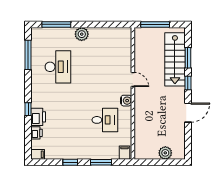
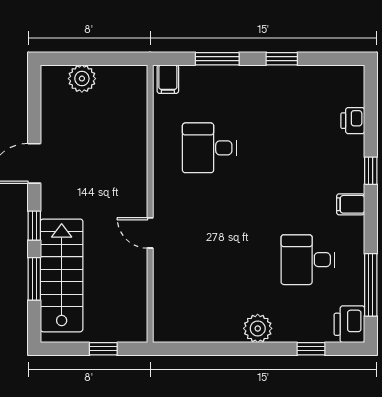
window: (56, 24) -> (311, 349), width x0.46
window: (155, 24) -> (103, 349), width x0.46
desk: (58, 67) -> (308, 260), width x0.73
water cooler: (126, 101) -> (164, 189), removed
printer: (38, 117) -> (349, 324), moved
filing cabinet: (38, 154) -> (351, 204), moved

